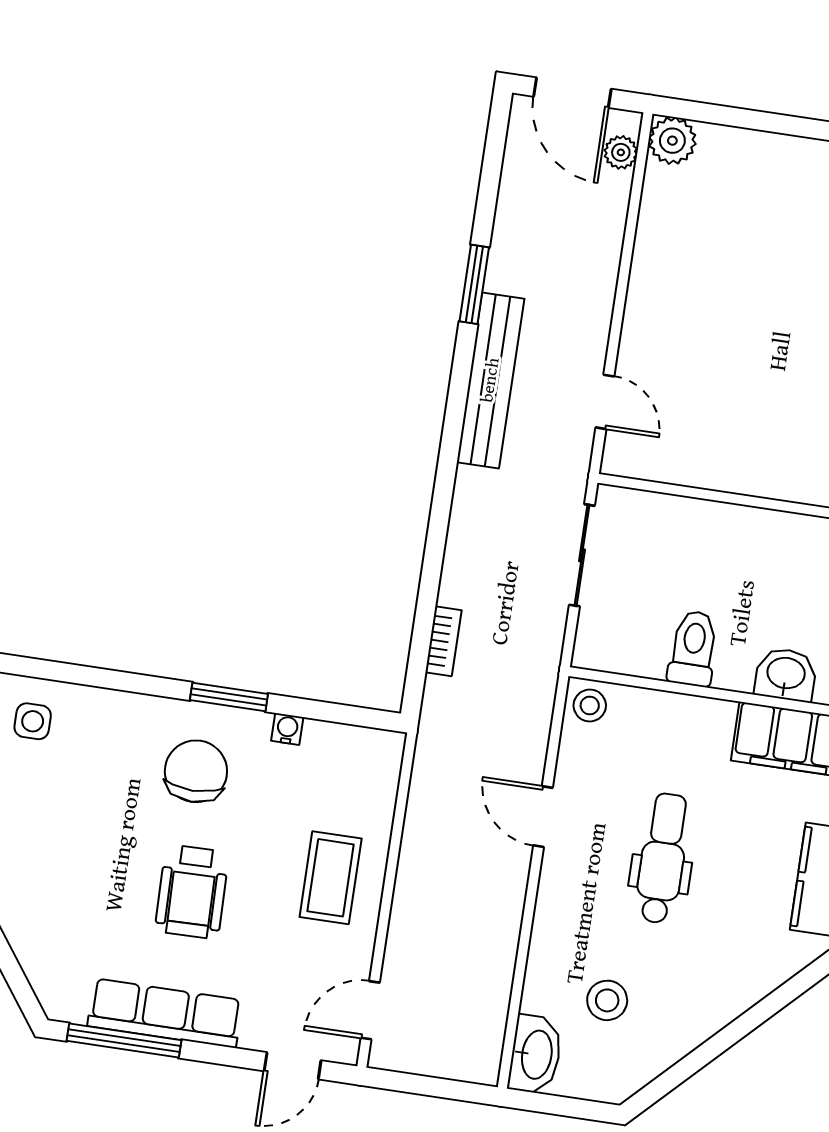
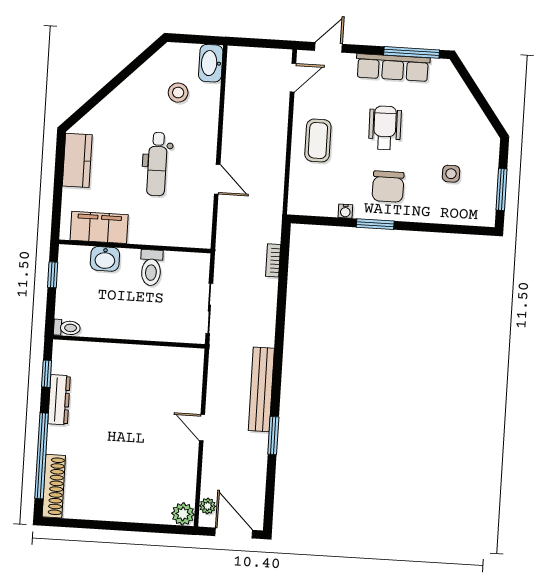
door: (605, 402) -> (202, 428), moved
stool: (590, 705) -> (199, 235), removed
side table: (33, 721) -> (451, 174), moved

